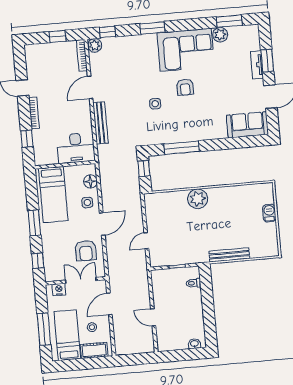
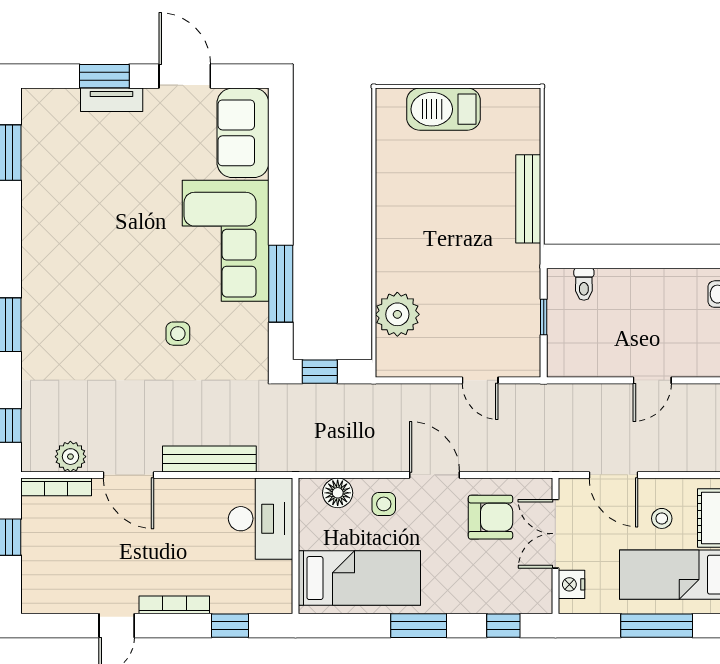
plant: (220, 35) -> (37, 176), removed
plant: (95, 45) -> (70, 457), moved
corner sofa: (186, 50) -> (226, 241), moved, turned 180
armchair: (185, 87) -> (147, 264), removed
plant: (198, 199) -> (397, 314), moved
barbecue: (269, 213) -> (444, 109), width x1.88, depth x1.53

